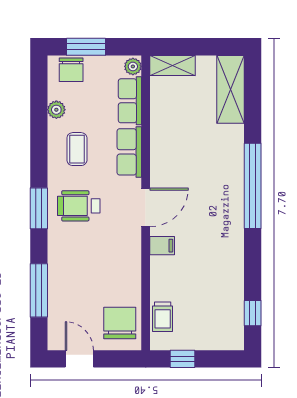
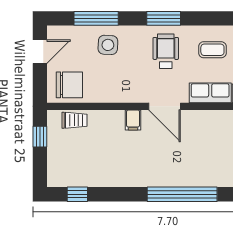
side table: (71, 276) -> (108, 45), added
trolley: (163, 317) -> (75, 120), turned 180

